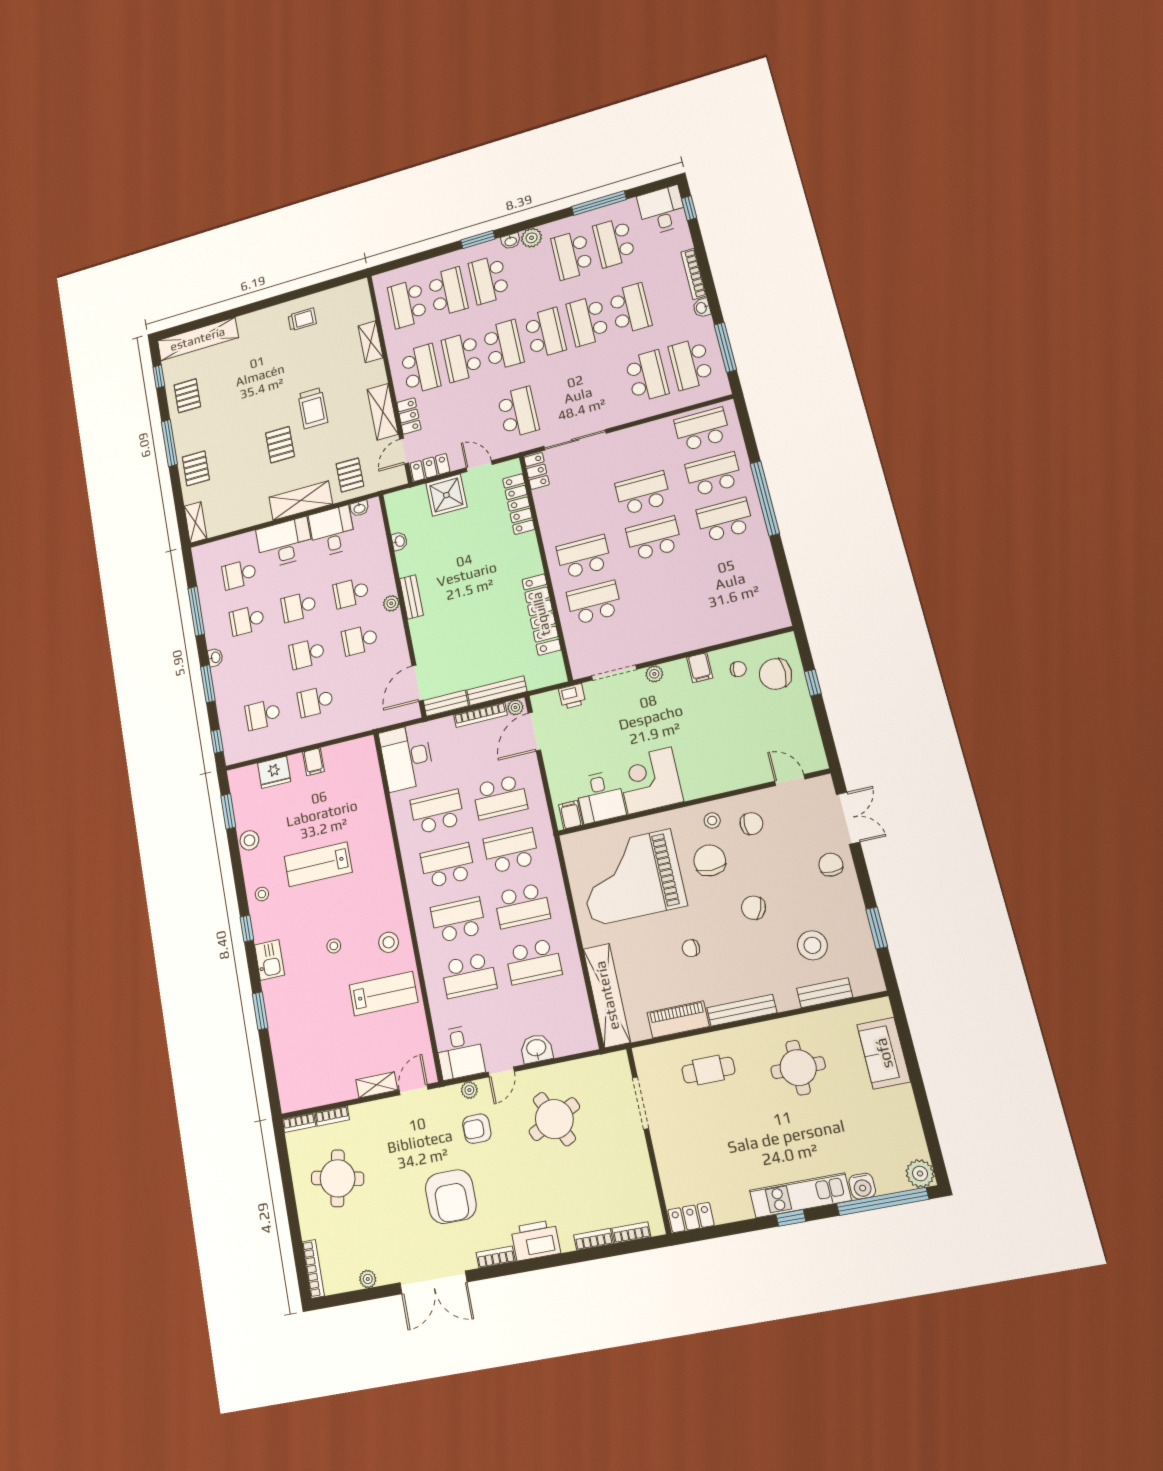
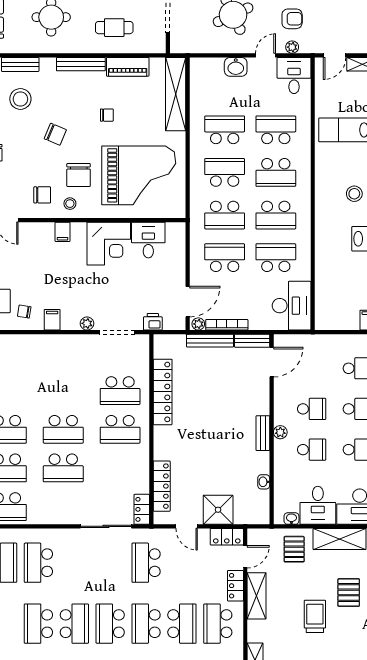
school desk: (437, 812) -> (276, 258), turned 180
filing cabinet: (571, 815) -> (63, 232), moved
chair: (751, 824) -> (42, 195), turned 180
stool: (389, 942) -> (354, 194), moved

